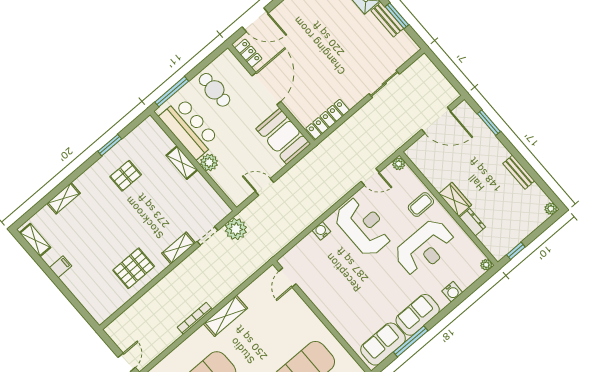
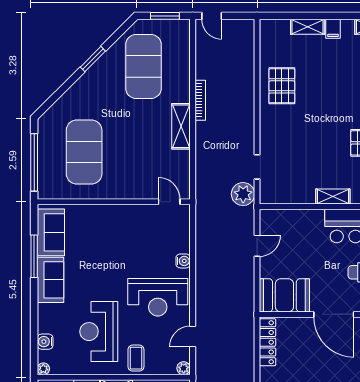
plant: (209, 162) -> (314, 218), removed
shelving: (179, 248) -> (308, 27), moved, turned 90
water cooler: (452, 292) -> (45, 342), moved

